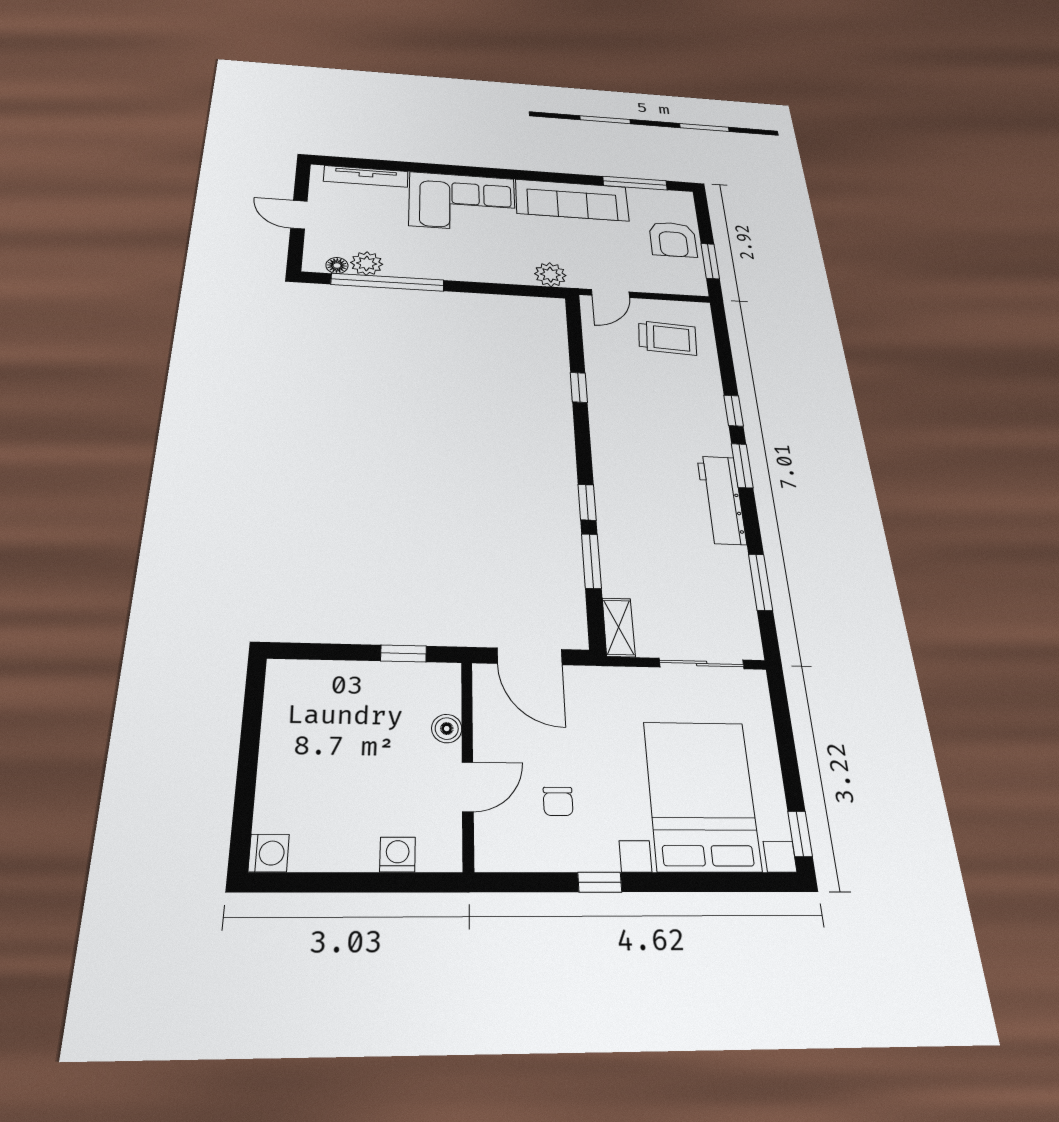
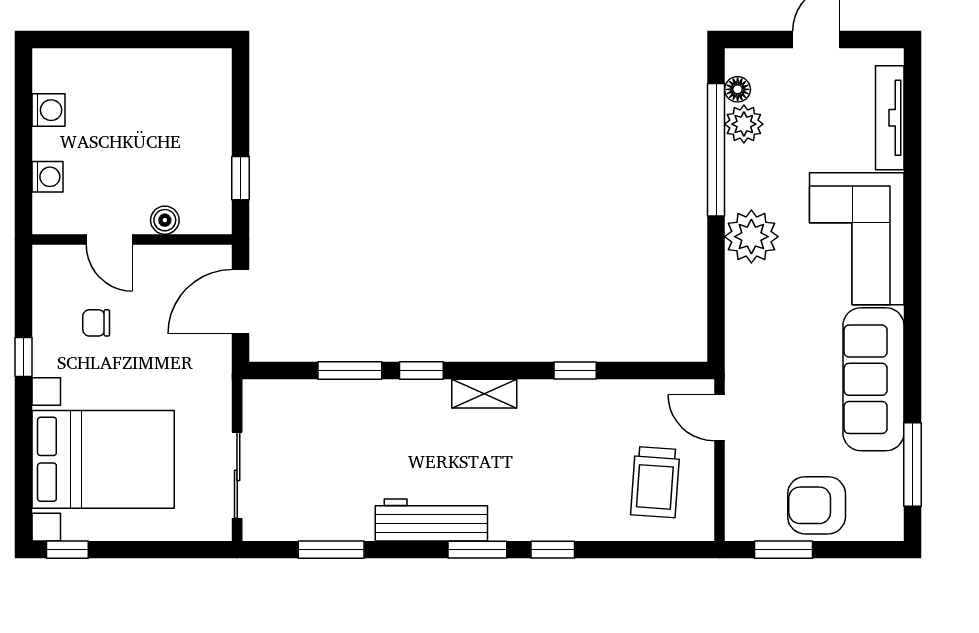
plant: (550, 275) -> (751, 237), moved, width x1.36, depth x1.36
shelving: (619, 627) -> (484, 394), moved
washing machine: (269, 853) -> (48, 110), moved, turned -90

